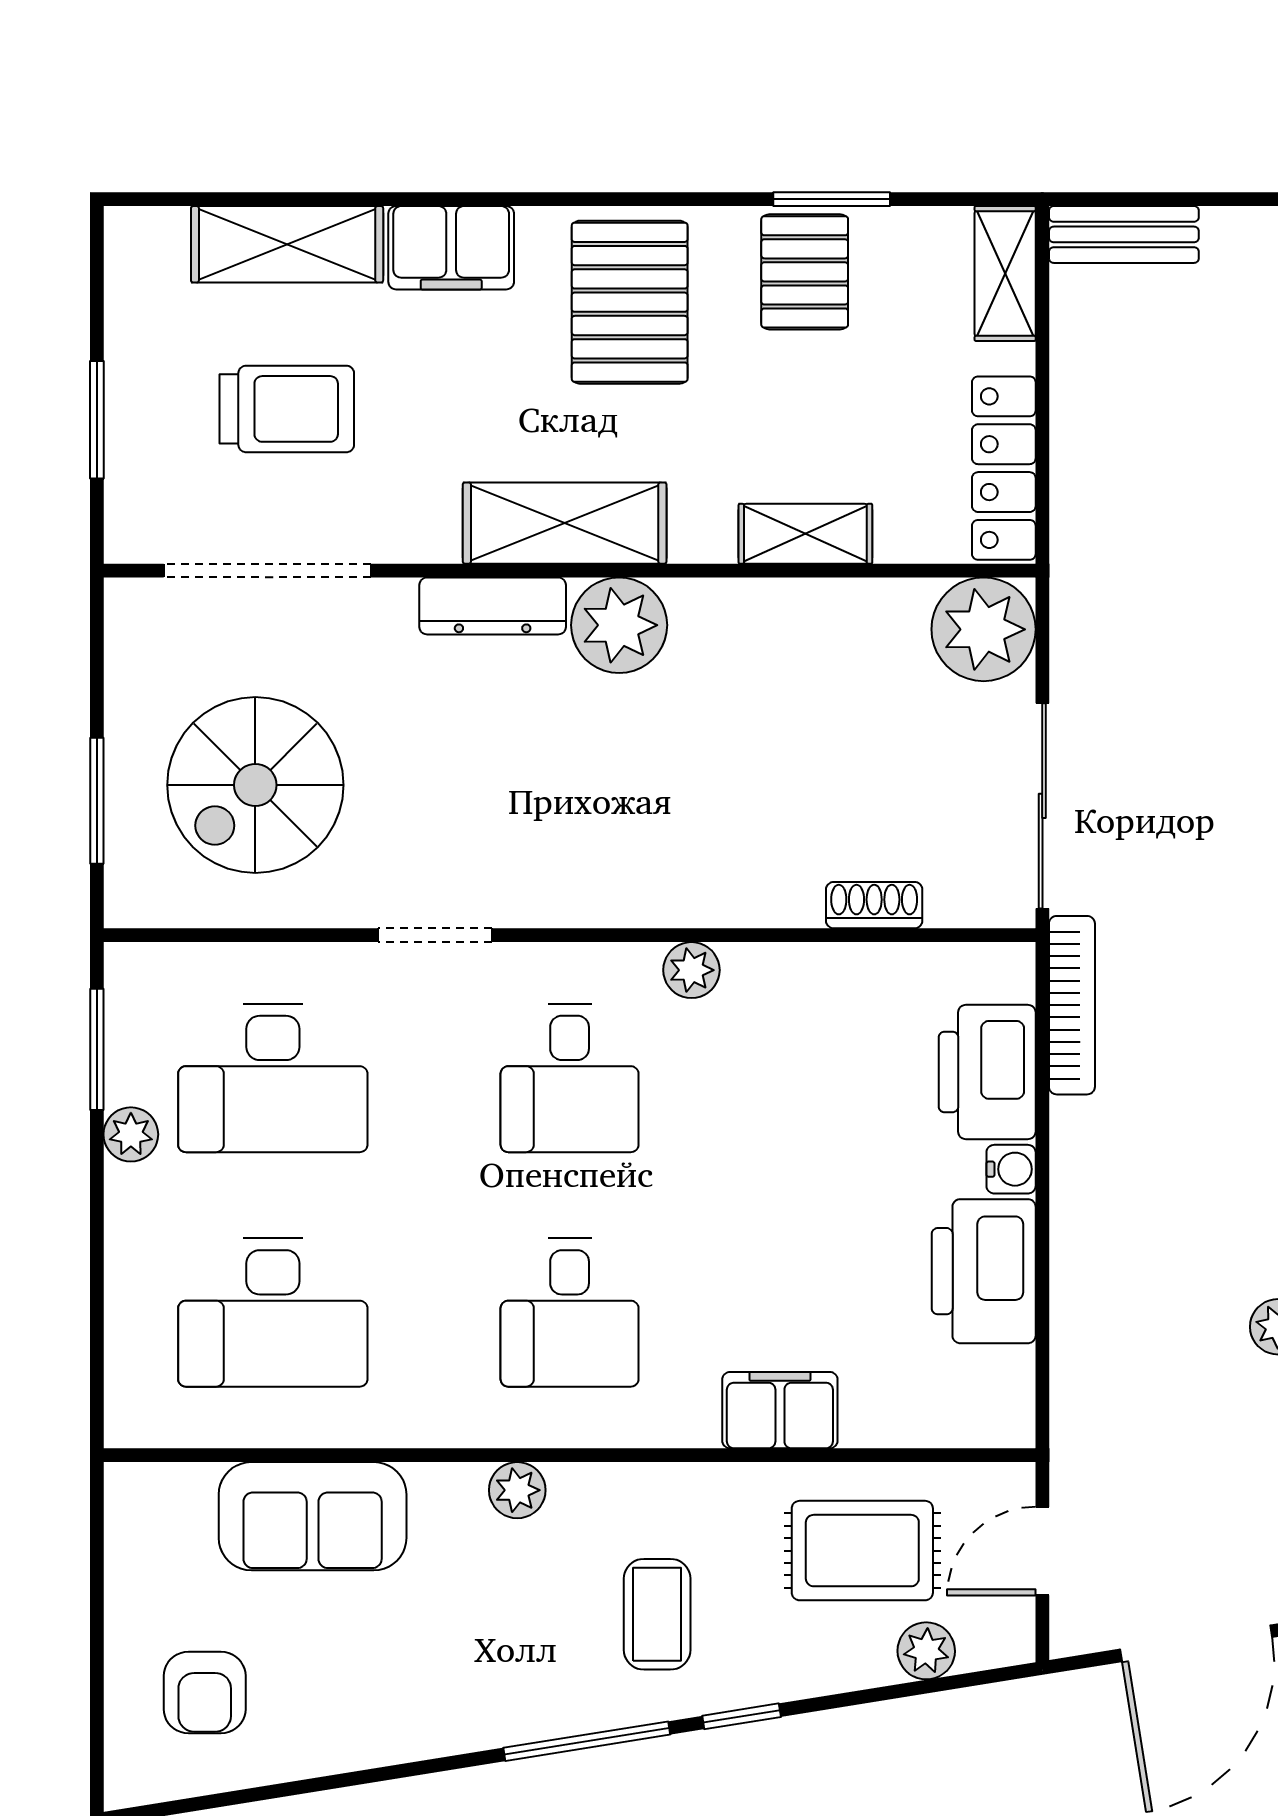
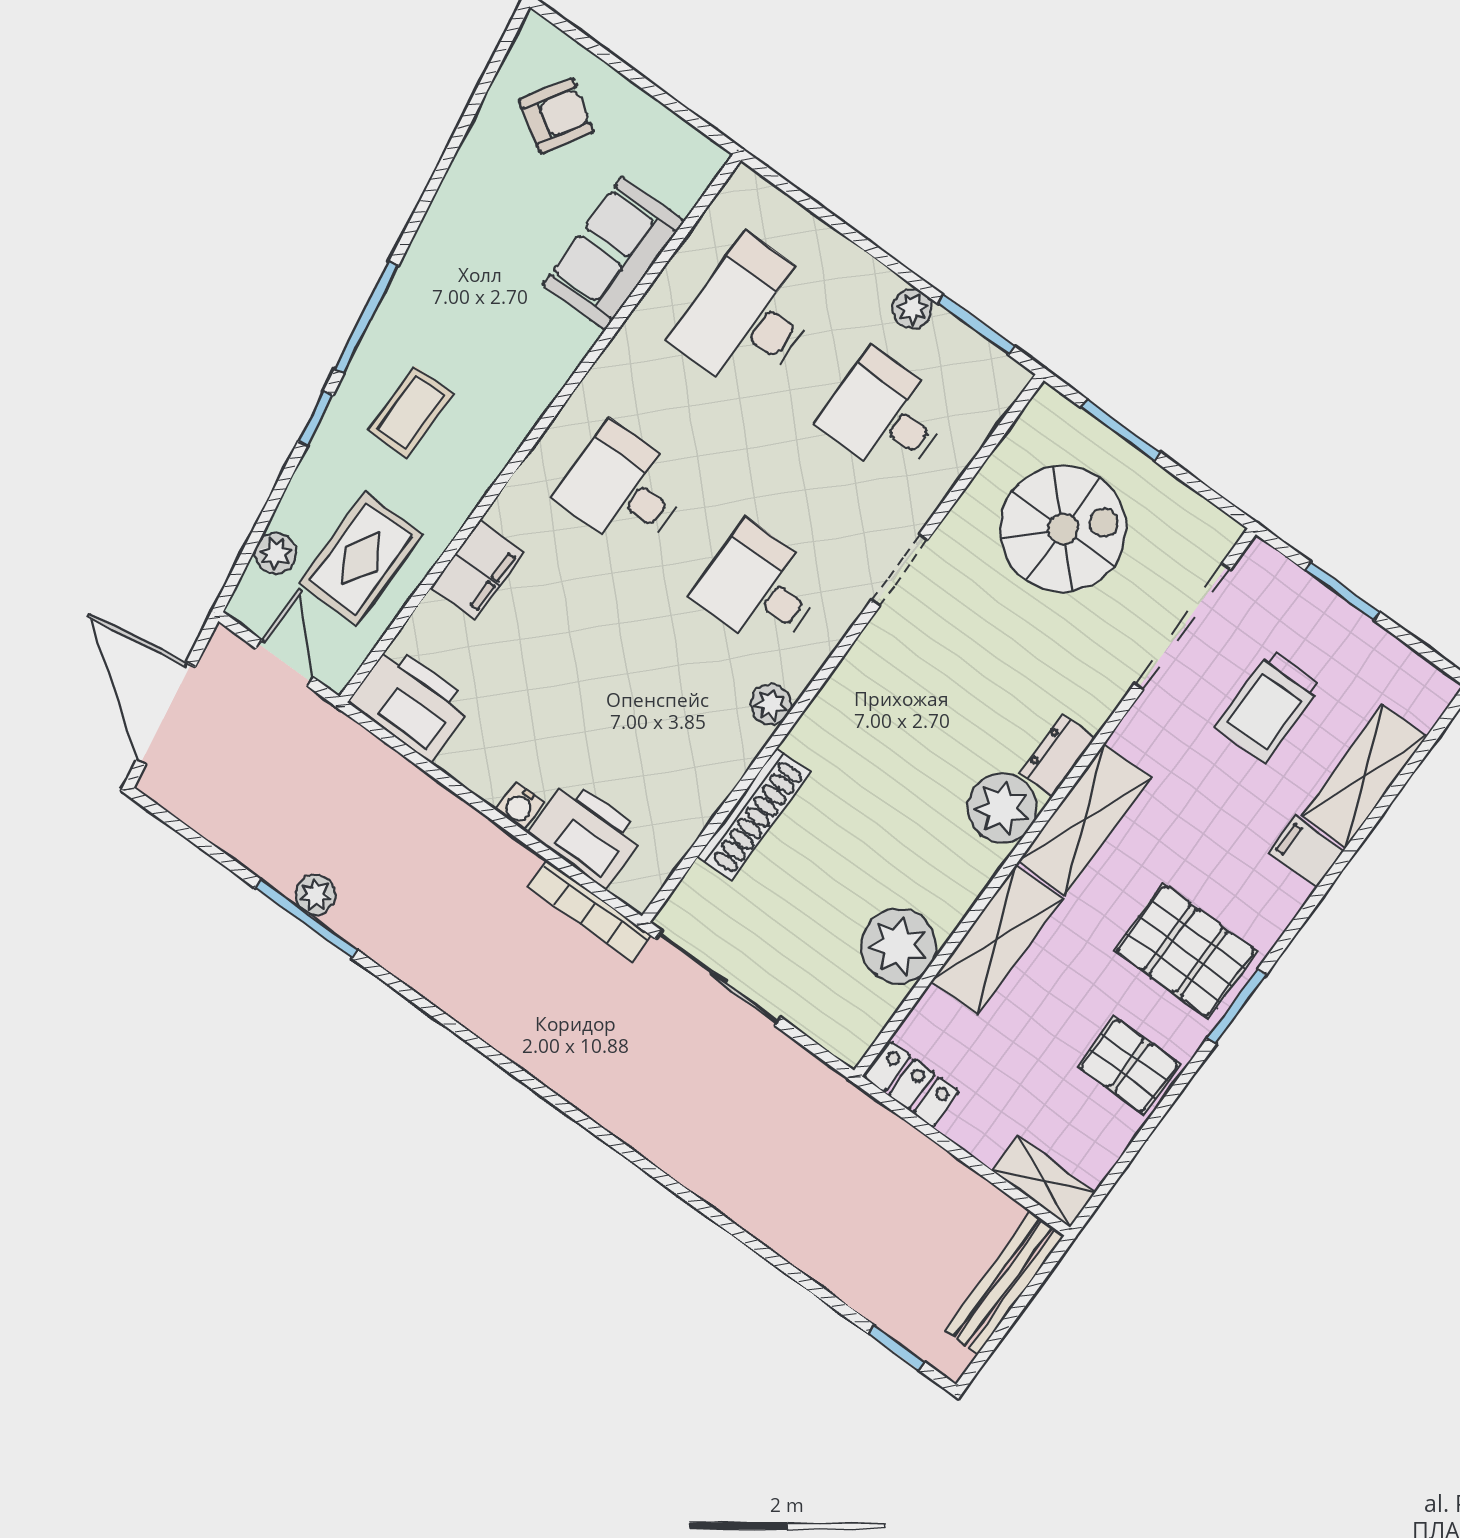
window: (832, 199) -> (1237, 1007), moved
bench: (1124, 234) -> (1005, 1283), width x1.36
filing cabinet: (451, 248) -> (1306, 852), width x0.50
locker: (1004, 468) -> (912, 1084), width x0.66
shelving: (805, 534) -> (997, 940), width x1.50, depth x1.33
dresser: (493, 606) -> (1057, 756), width x0.70
plant: (984, 629) -> (898, 946), moved
spiral stairs: (255, 785) -> (1063, 529), turned 90
shoe rack: (874, 905) -> (754, 814), width x1.94, depth x1.24
desk: (273, 1078) -> (885, 415), width x0.73
printer: (984, 1271) -> (411, 703), moved
plant: (517, 1490) -> (542, 383), removed
coffee table: (657, 1614) -> (411, 412), turned 90
armchair: (205, 1693) -> (556, 116), turned 122

